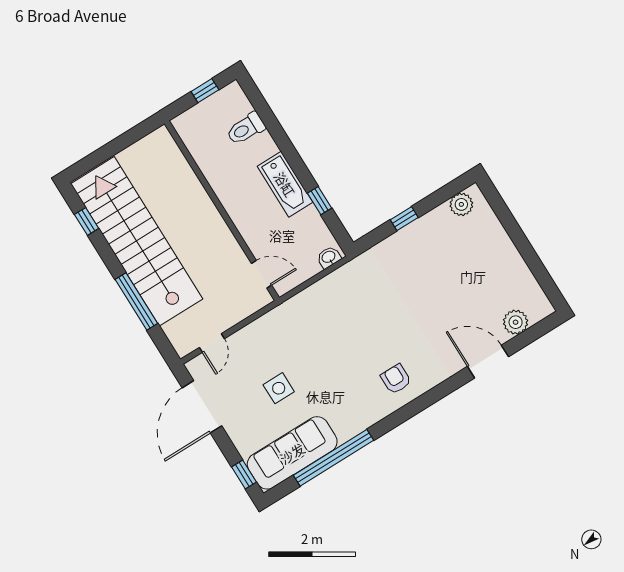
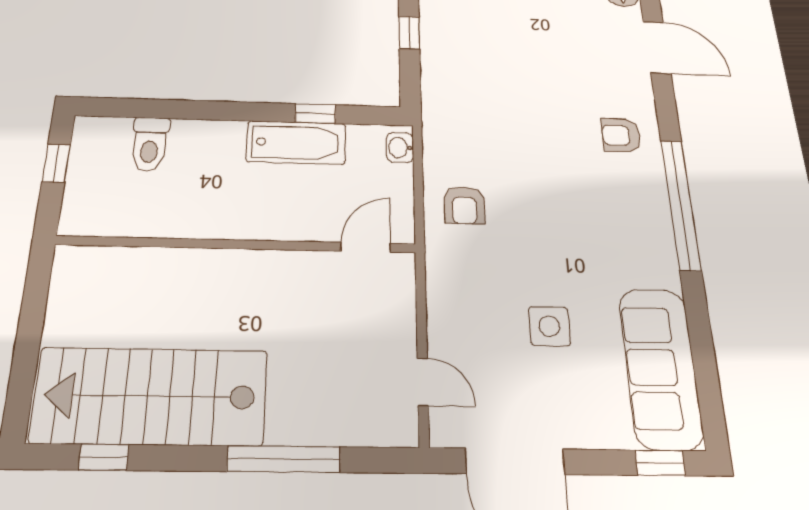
bathtub: (285, 184) -> (296, 143), moved
stairs: (137, 241) -> (151, 396), width x0.73
armchair: (317, 310) -> (464, 205), added
door: (488, 362) -> (657, 47), swing flipped
armchair: (396, 379) -> (621, 135), moved
window: (334, 458) -> (681, 204), moved

